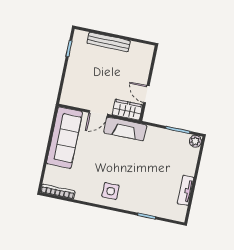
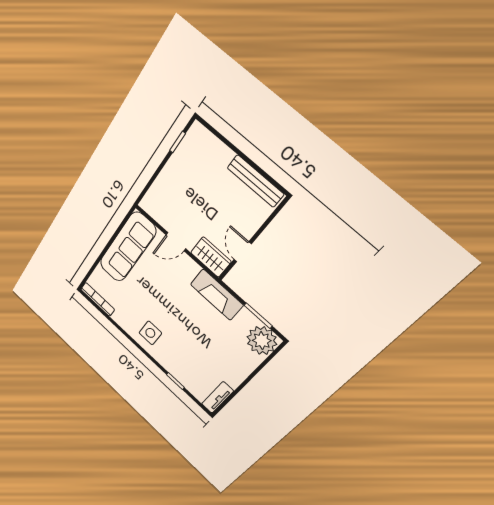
bench: (109, 42) -> (255, 181), moved
fireplace: (125, 129) -> (217, 295), moved
plant: (195, 141) -> (262, 341), width x1.87, depth x1.87
tv unit: (186, 190) -> (217, 397), moved

